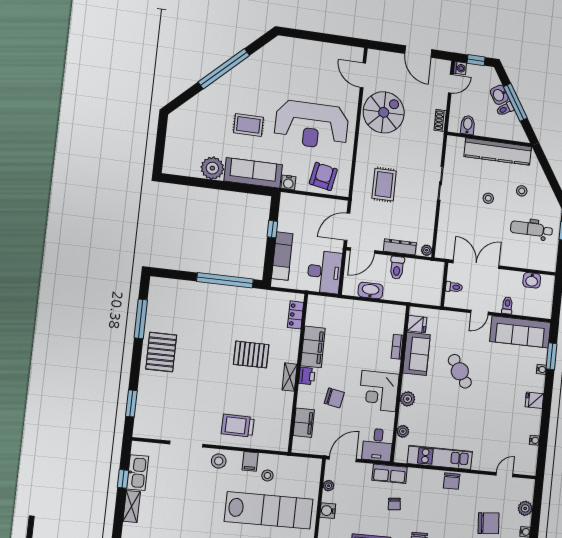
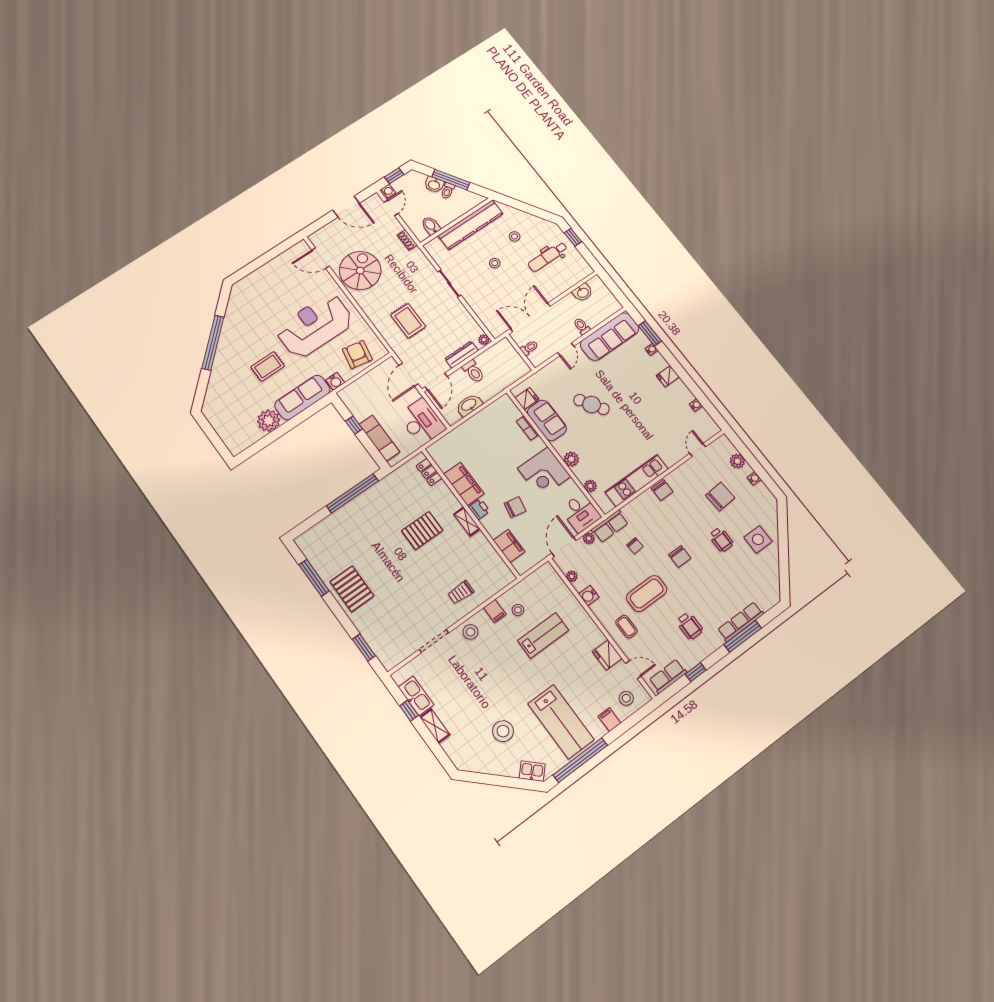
reception desk: (312, 125) -> (315, 326), turned 180
trolley: (238, 426) -> (461, 592), width x0.73, depth x0.72
plant: (366, 469) -> (589, 538), added
lab bench: (269, 510) -> (543, 635), width x0.54, depth x0.72

